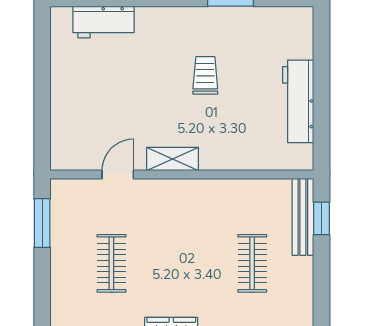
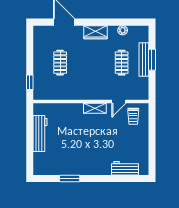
trolley: (205, 75) -> (133, 116), moved
bench: (303, 217) -> (144, 59), moved
window: (42, 223) -> (152, 60), moved

